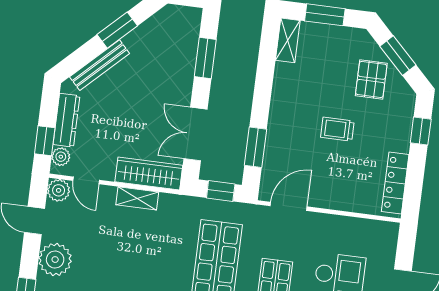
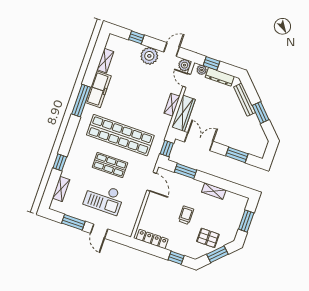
shelving: (288, 40) -> (214, 191), moved
door: (86, 180) -> (187, 80), hinge flipped

